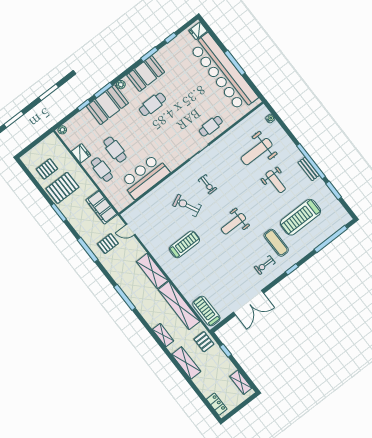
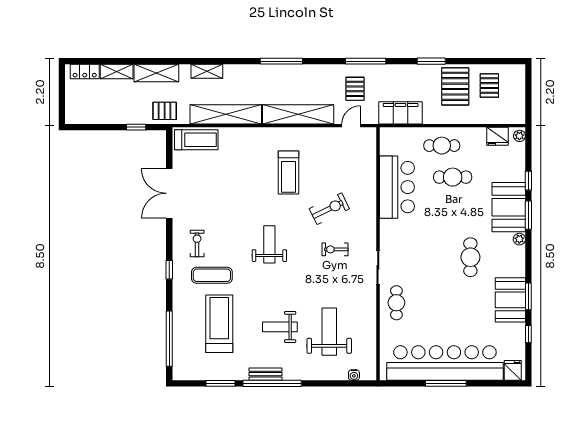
booth: (146, 73) -> (510, 300), moved
fridge: (81, 153) -> (497, 136), moved
shelving: (152, 271) -> (298, 114), width x1.47
shelving: (241, 382) -> (117, 72), moved

